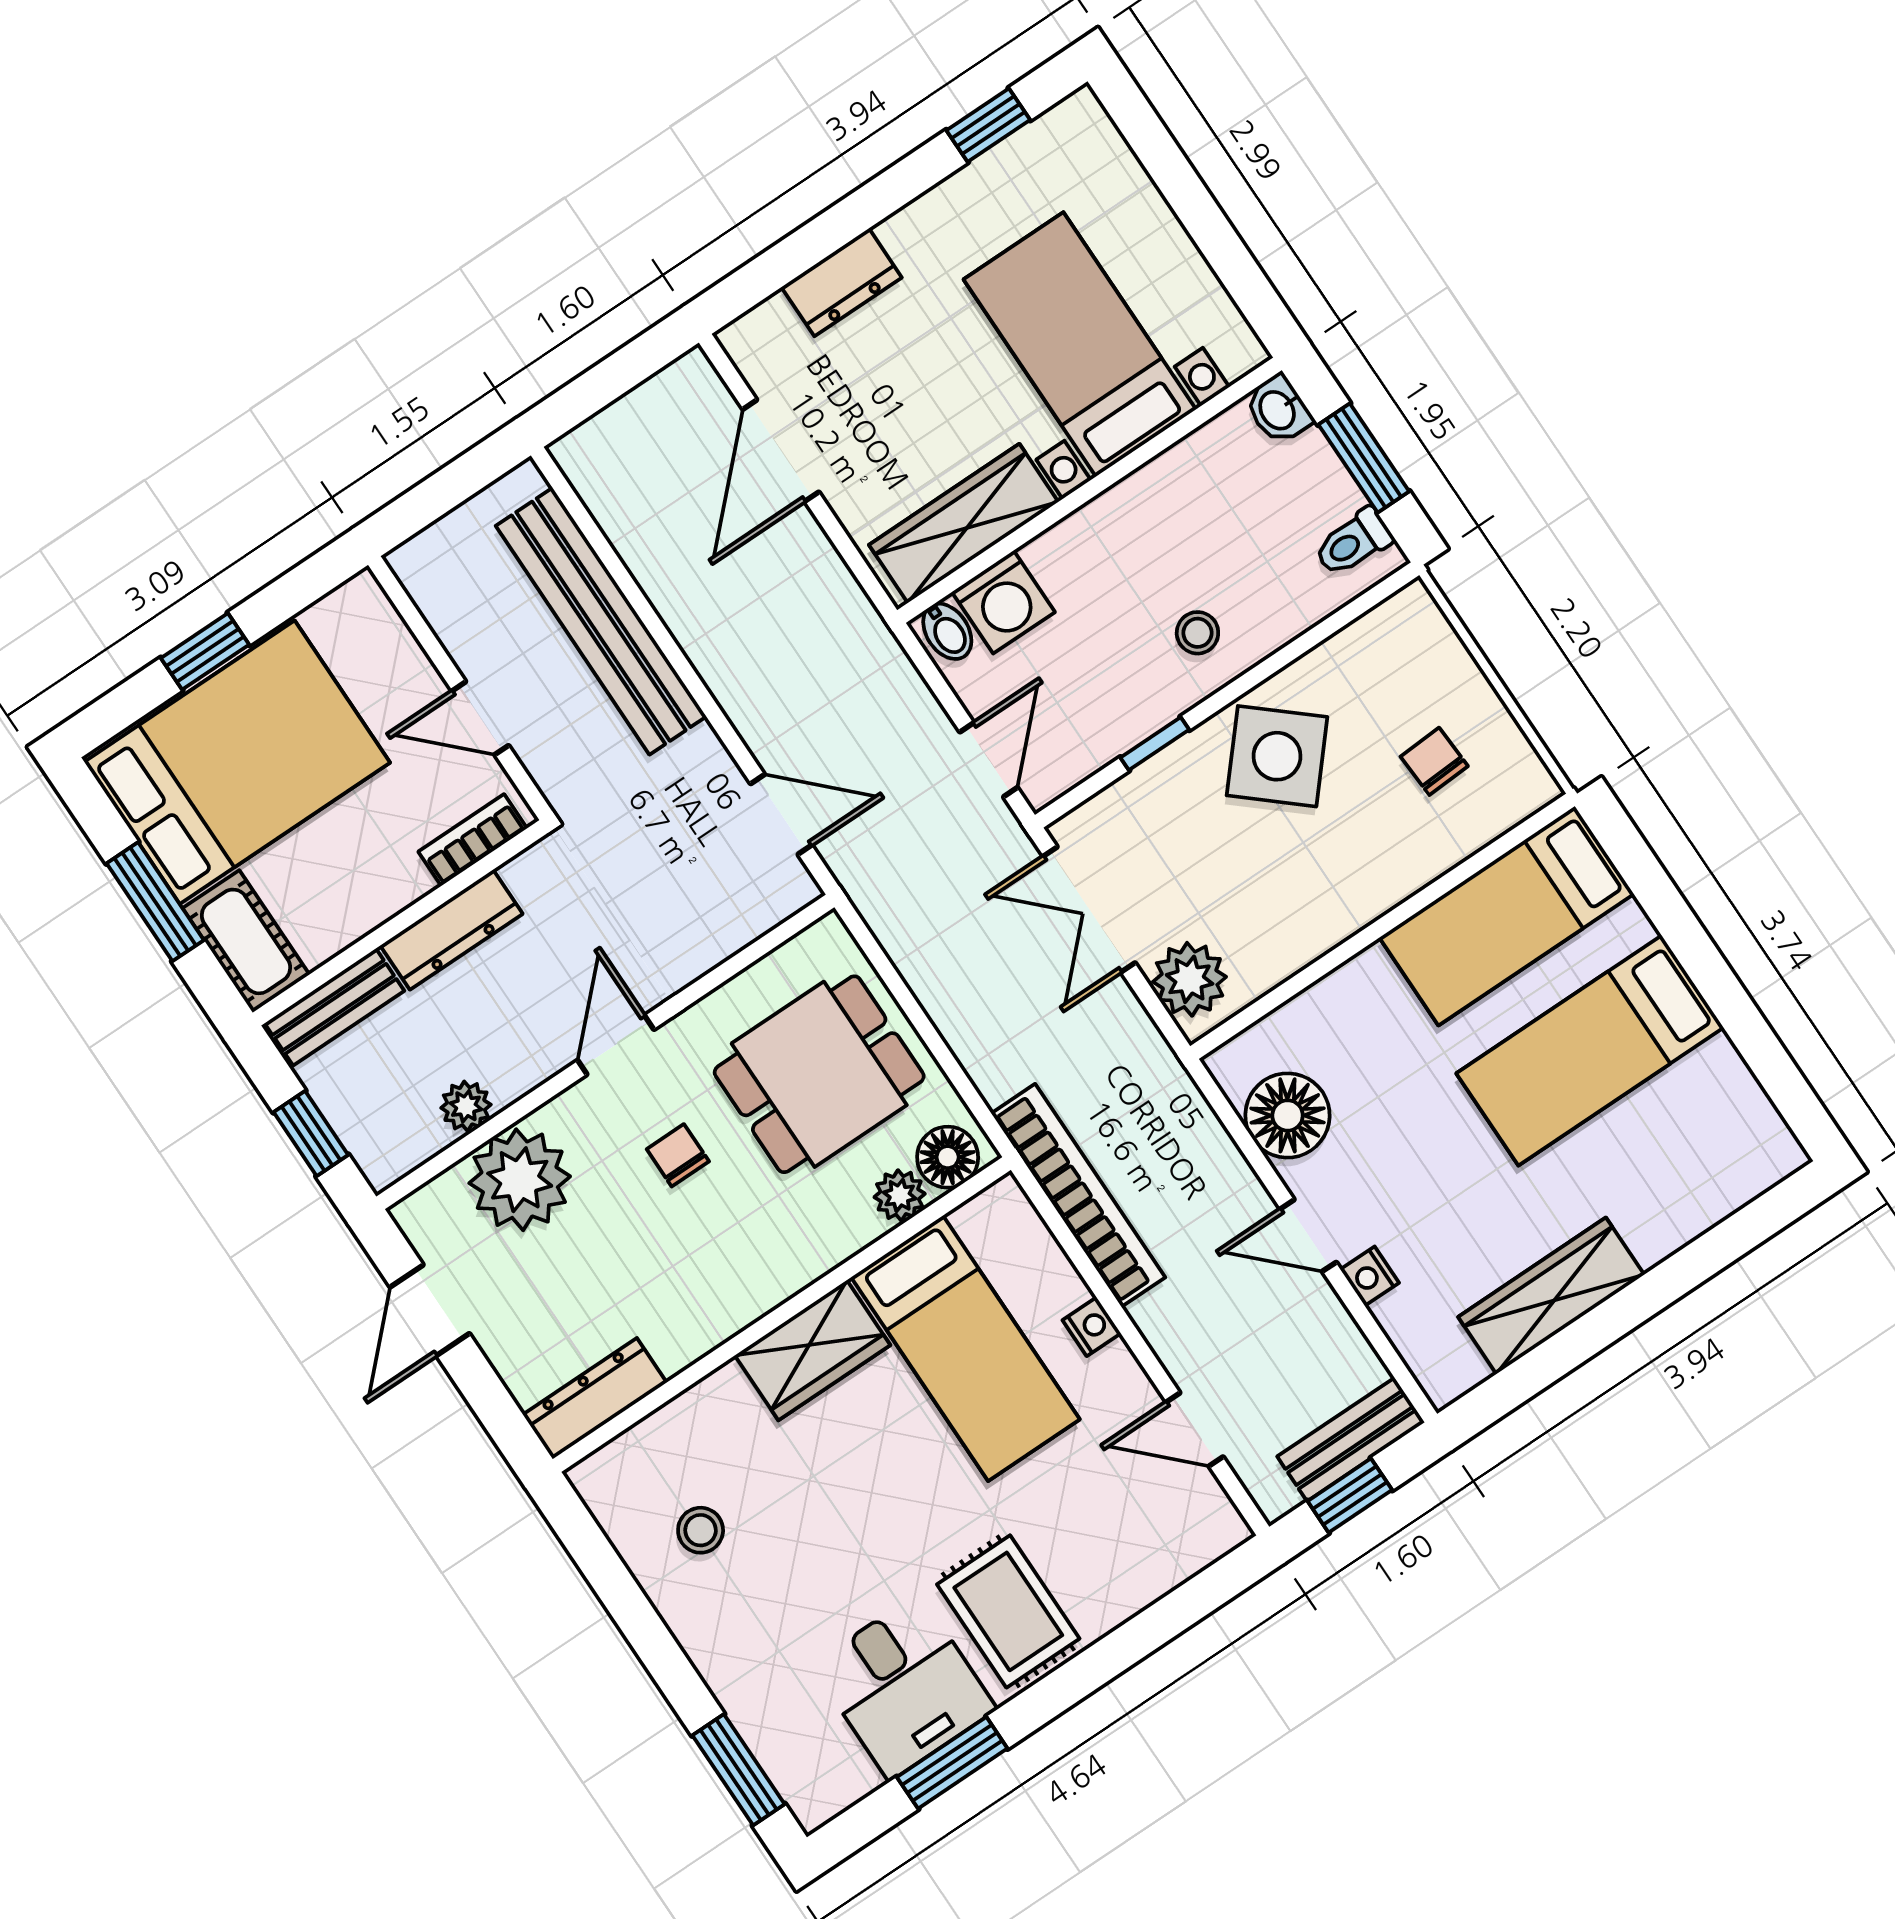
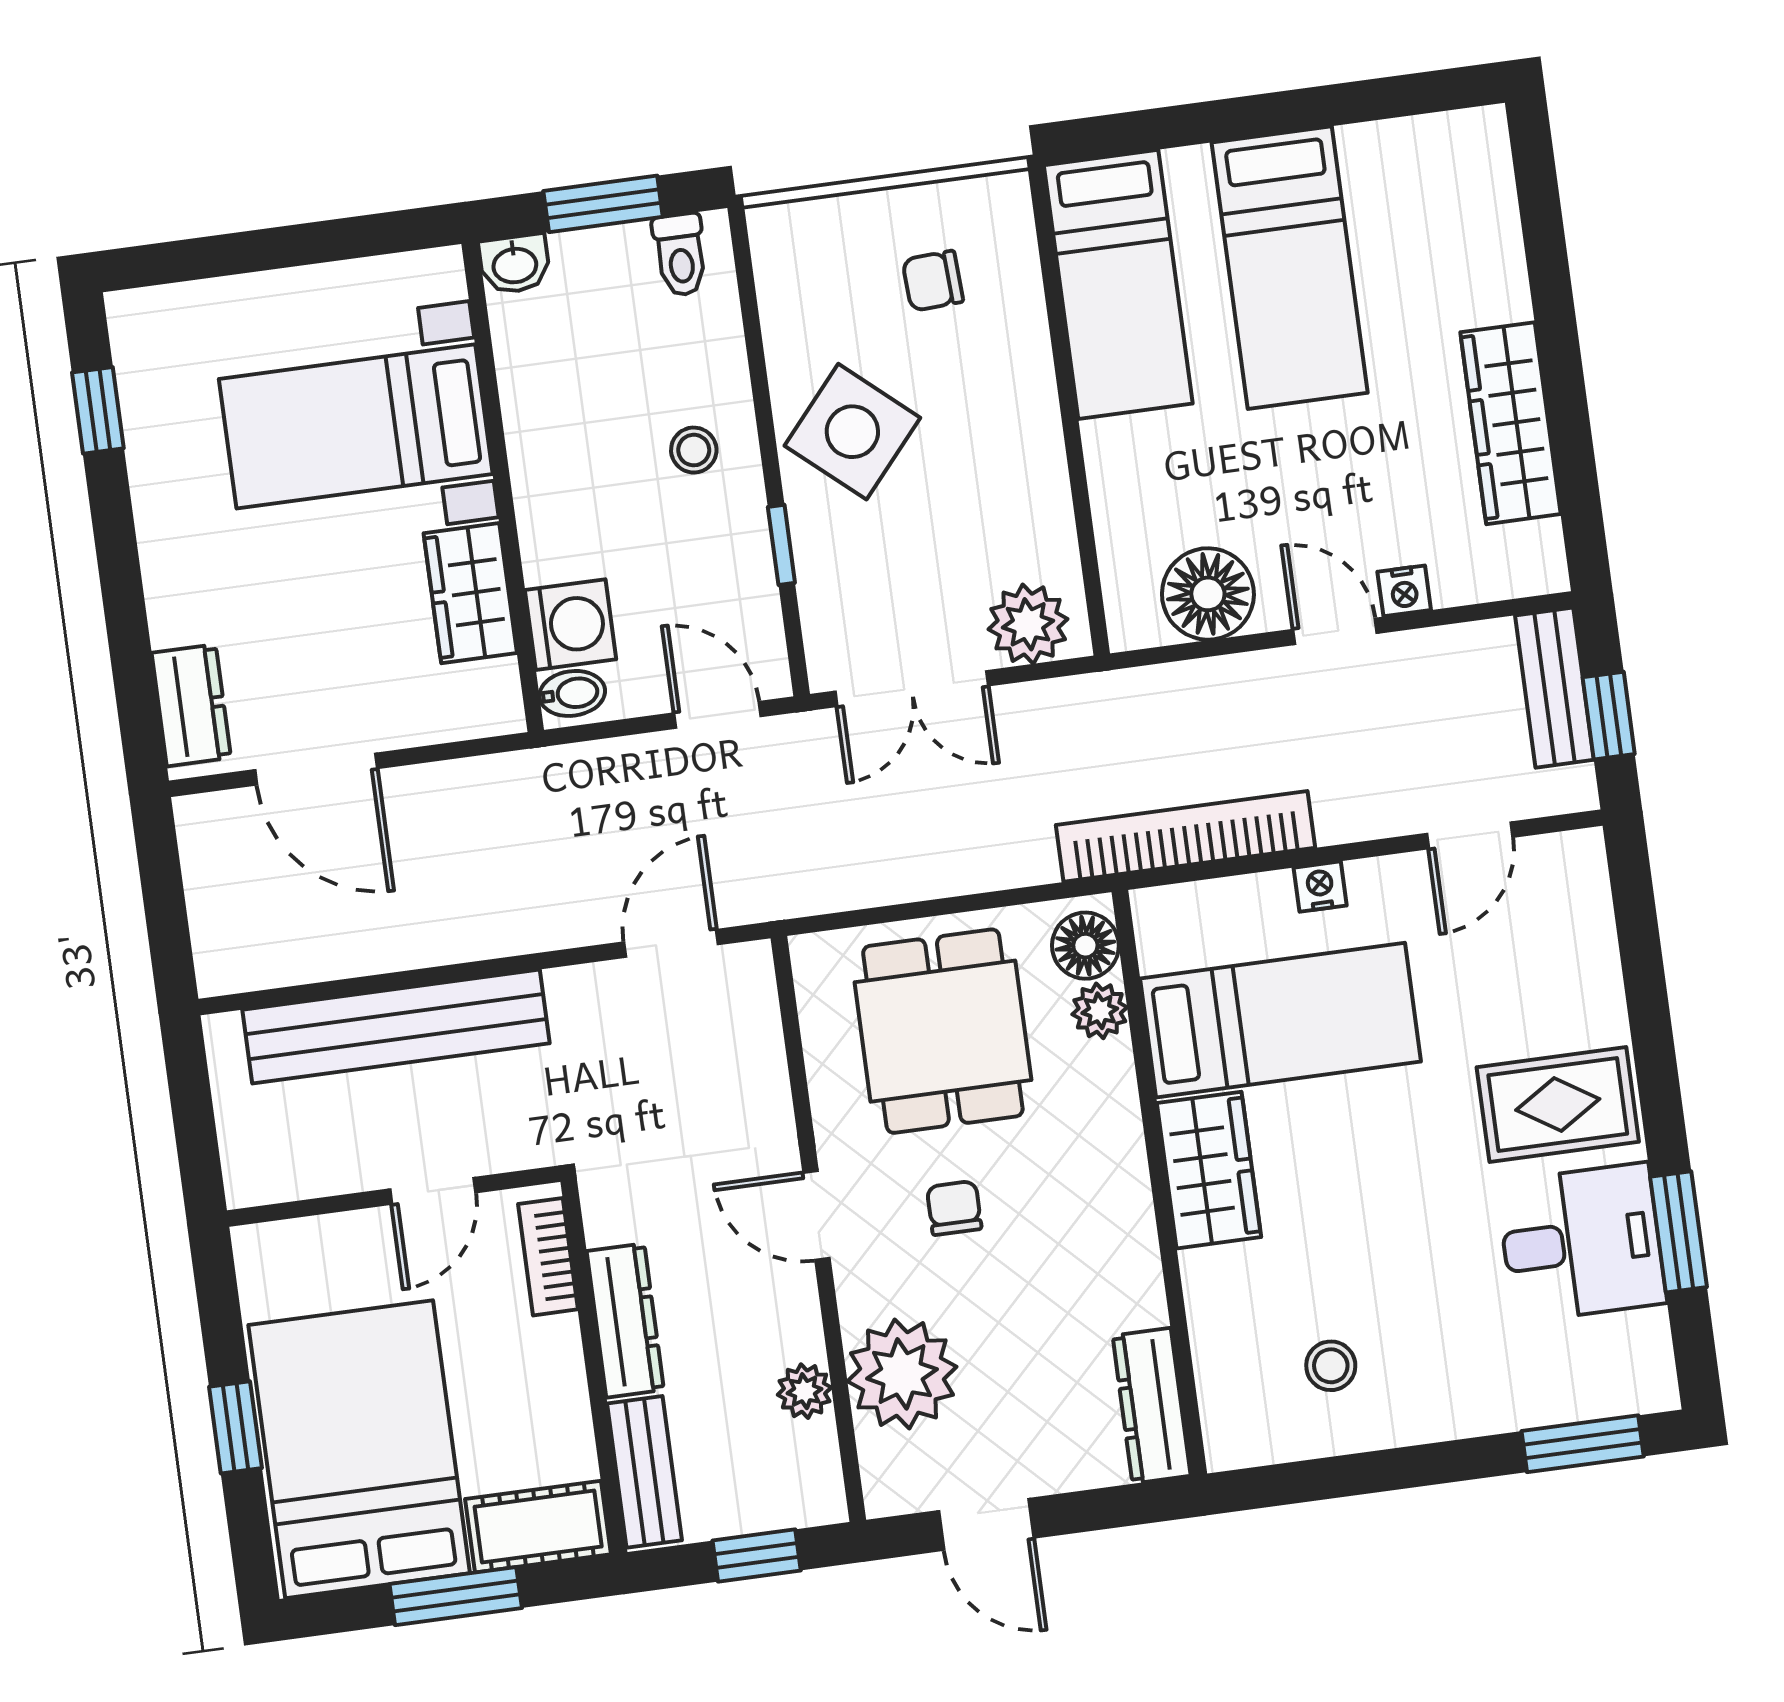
dresser: (842, 282) -> (191, 705), moved
wardrobe: (964, 523) -> (470, 593), width x0.67
chair: (678, 1155) -> (954, 1208), turned 90
door: (1308, 1236) -> (1335, 631), swing flipped

